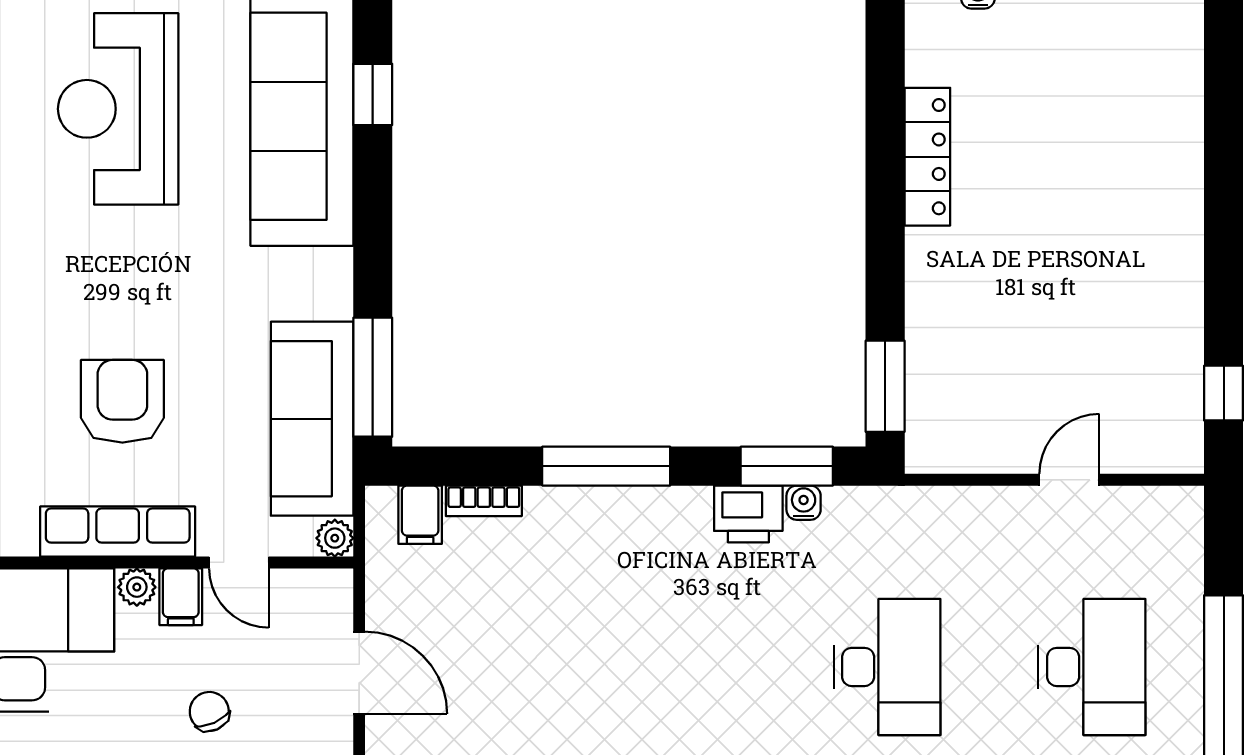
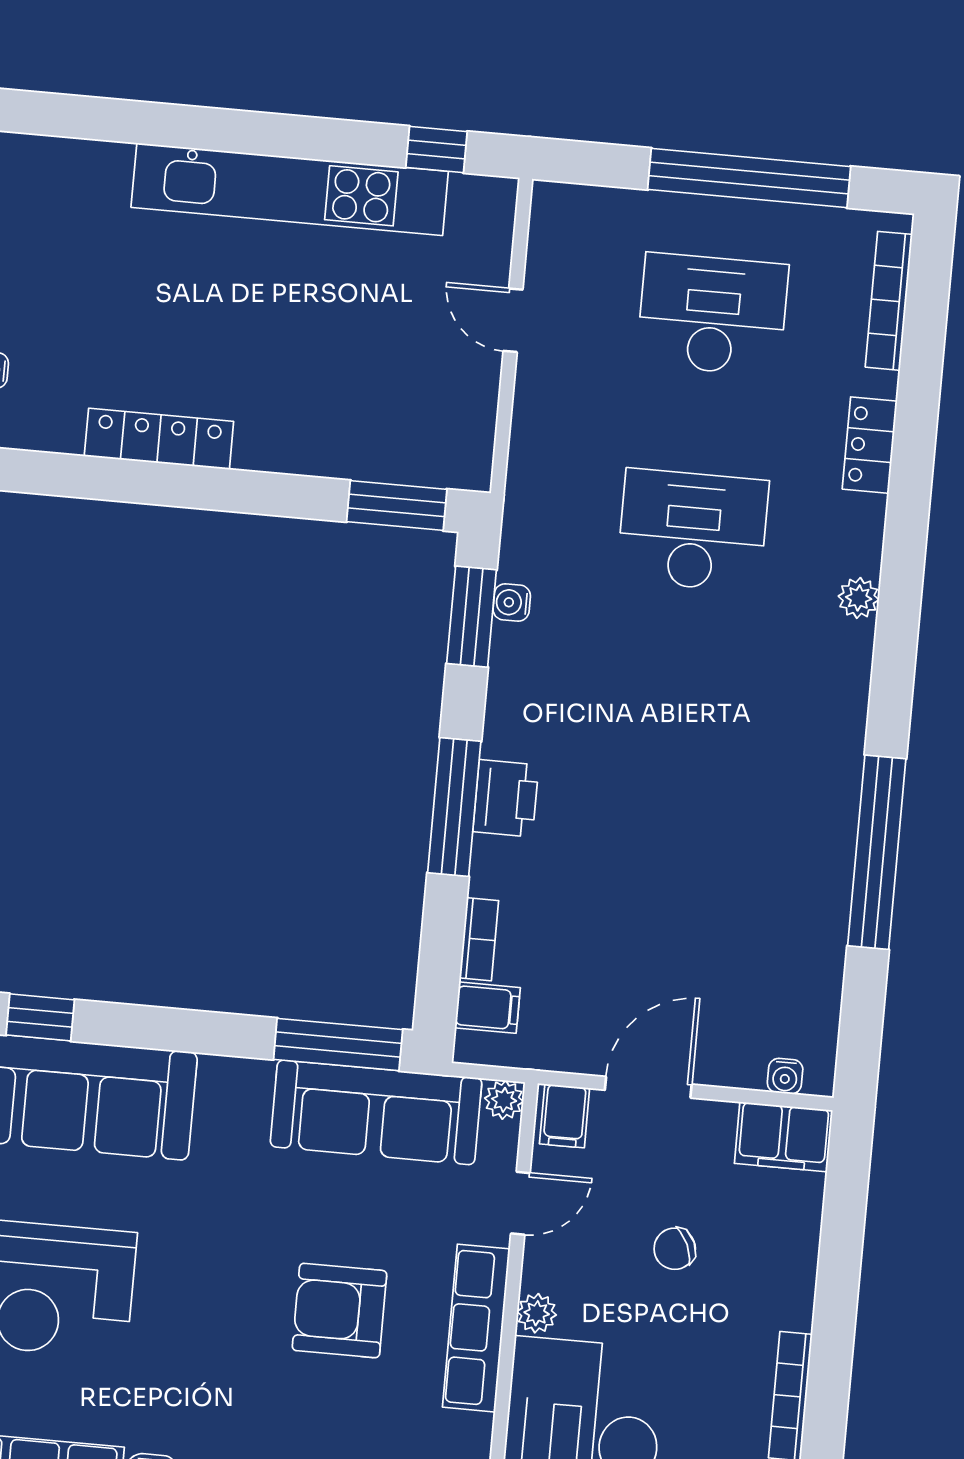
kitchen unit: (1174, 258) -> (290, 189), added
printer: (748, 514) -> (506, 798), moved
filing cabinet: (181, 597) -> (565, 1116), moved, turned 90

